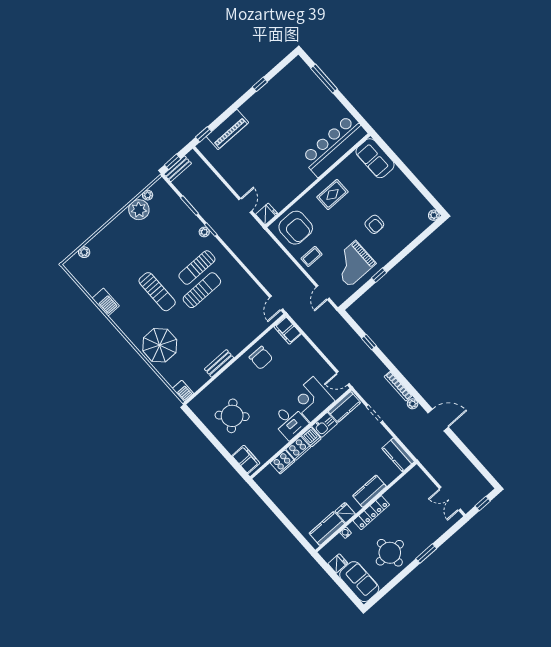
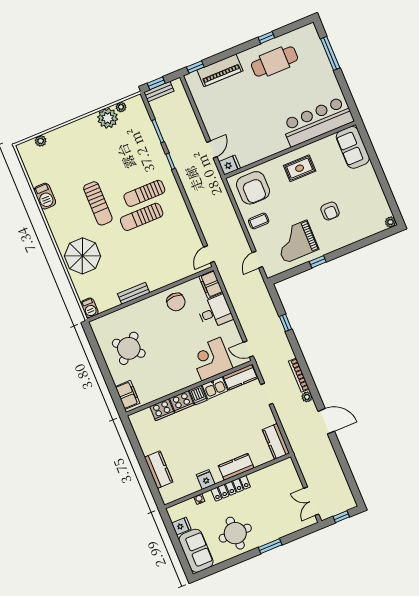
cafe table: (275, 104) -> (274, 61), added
plant: (204, 232) -> (163, 162), removed
sun lounger: (202, 290) -> (142, 217), turned 180
desk: (290, 422) -> (215, 312), moved, turned -90
kitchen counter: (327, 528) -> (159, 470), moved, turned 90

